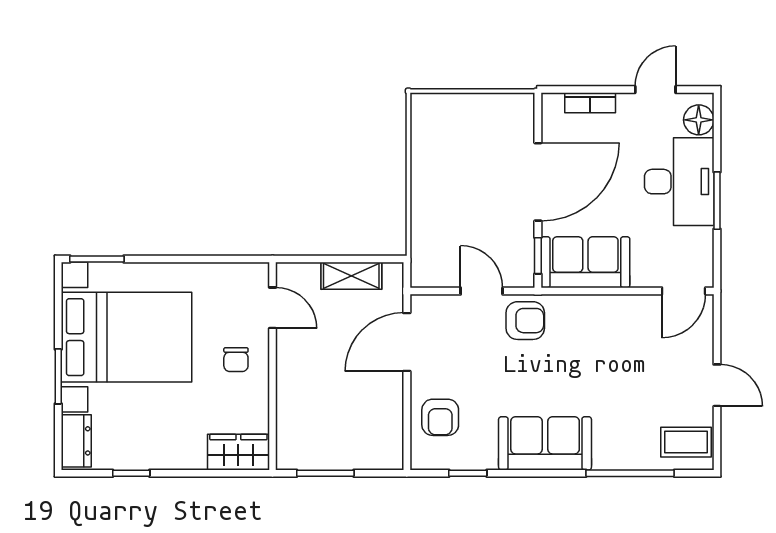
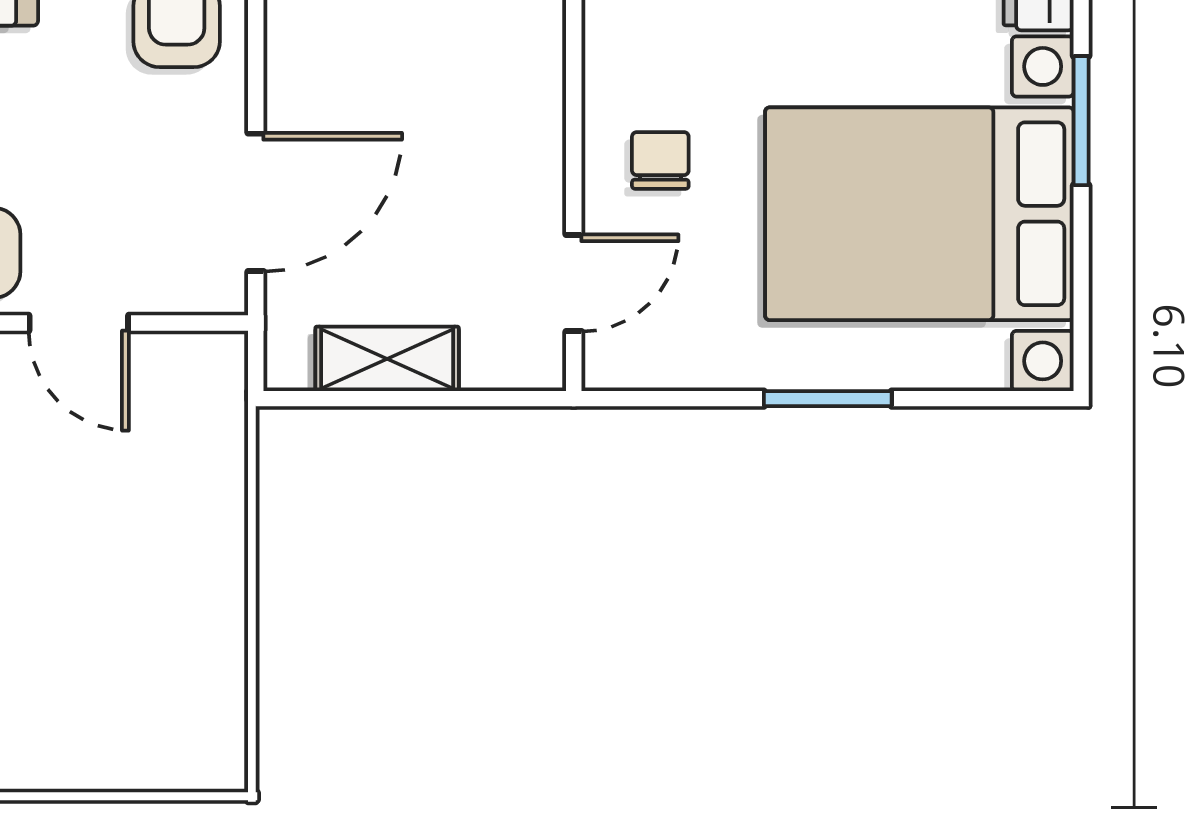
window: (97, 259) -> (828, 399), moved
door: (273, 308) -> (574, 283), swing flipped

